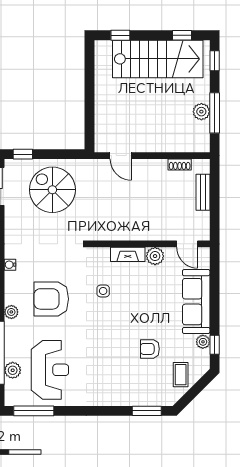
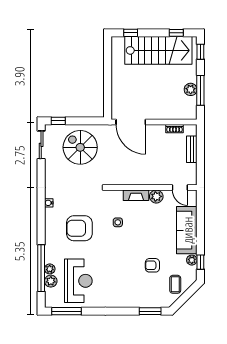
door: (121, 156) -> (131, 122), width x1.87
plant: (11, 312) -> (50, 269), moved

